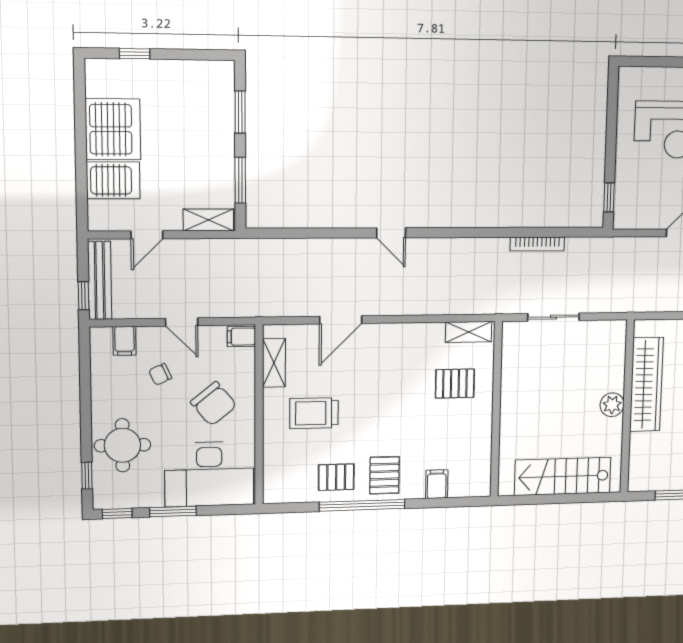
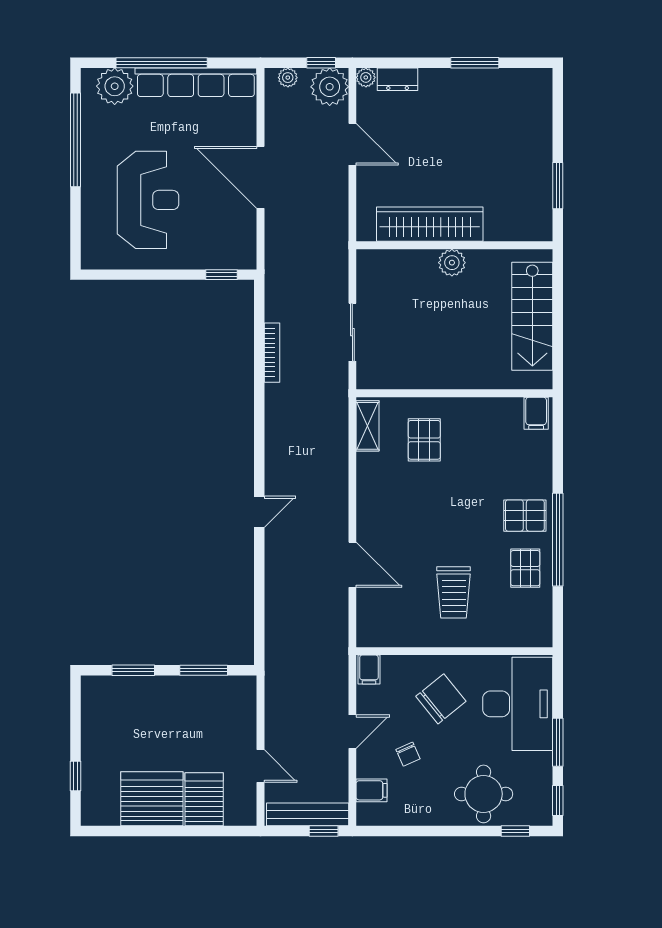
shelving: (208, 220) -> (245, 703), removed
shelving: (274, 363) -> (398, 635), removed
filing cabinet: (437, 484) -> (536, 413), moved, turned -90

